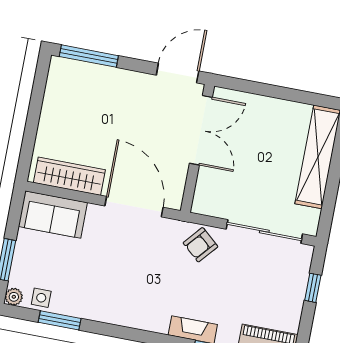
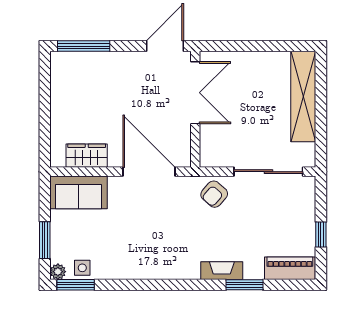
wardrobe: (69, 176) -> (87, 156), width x0.67
window: (313, 288) -> (321, 234), moved
window: (60, 320) -> (76, 285), moved

